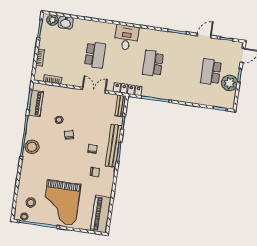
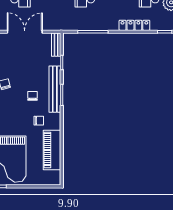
locker: (128, 89) -> (134, 25), moved
double door: (94, 90) -> (25, 32), width x1.37
piano: (101, 214) -> (52, 150), moved

